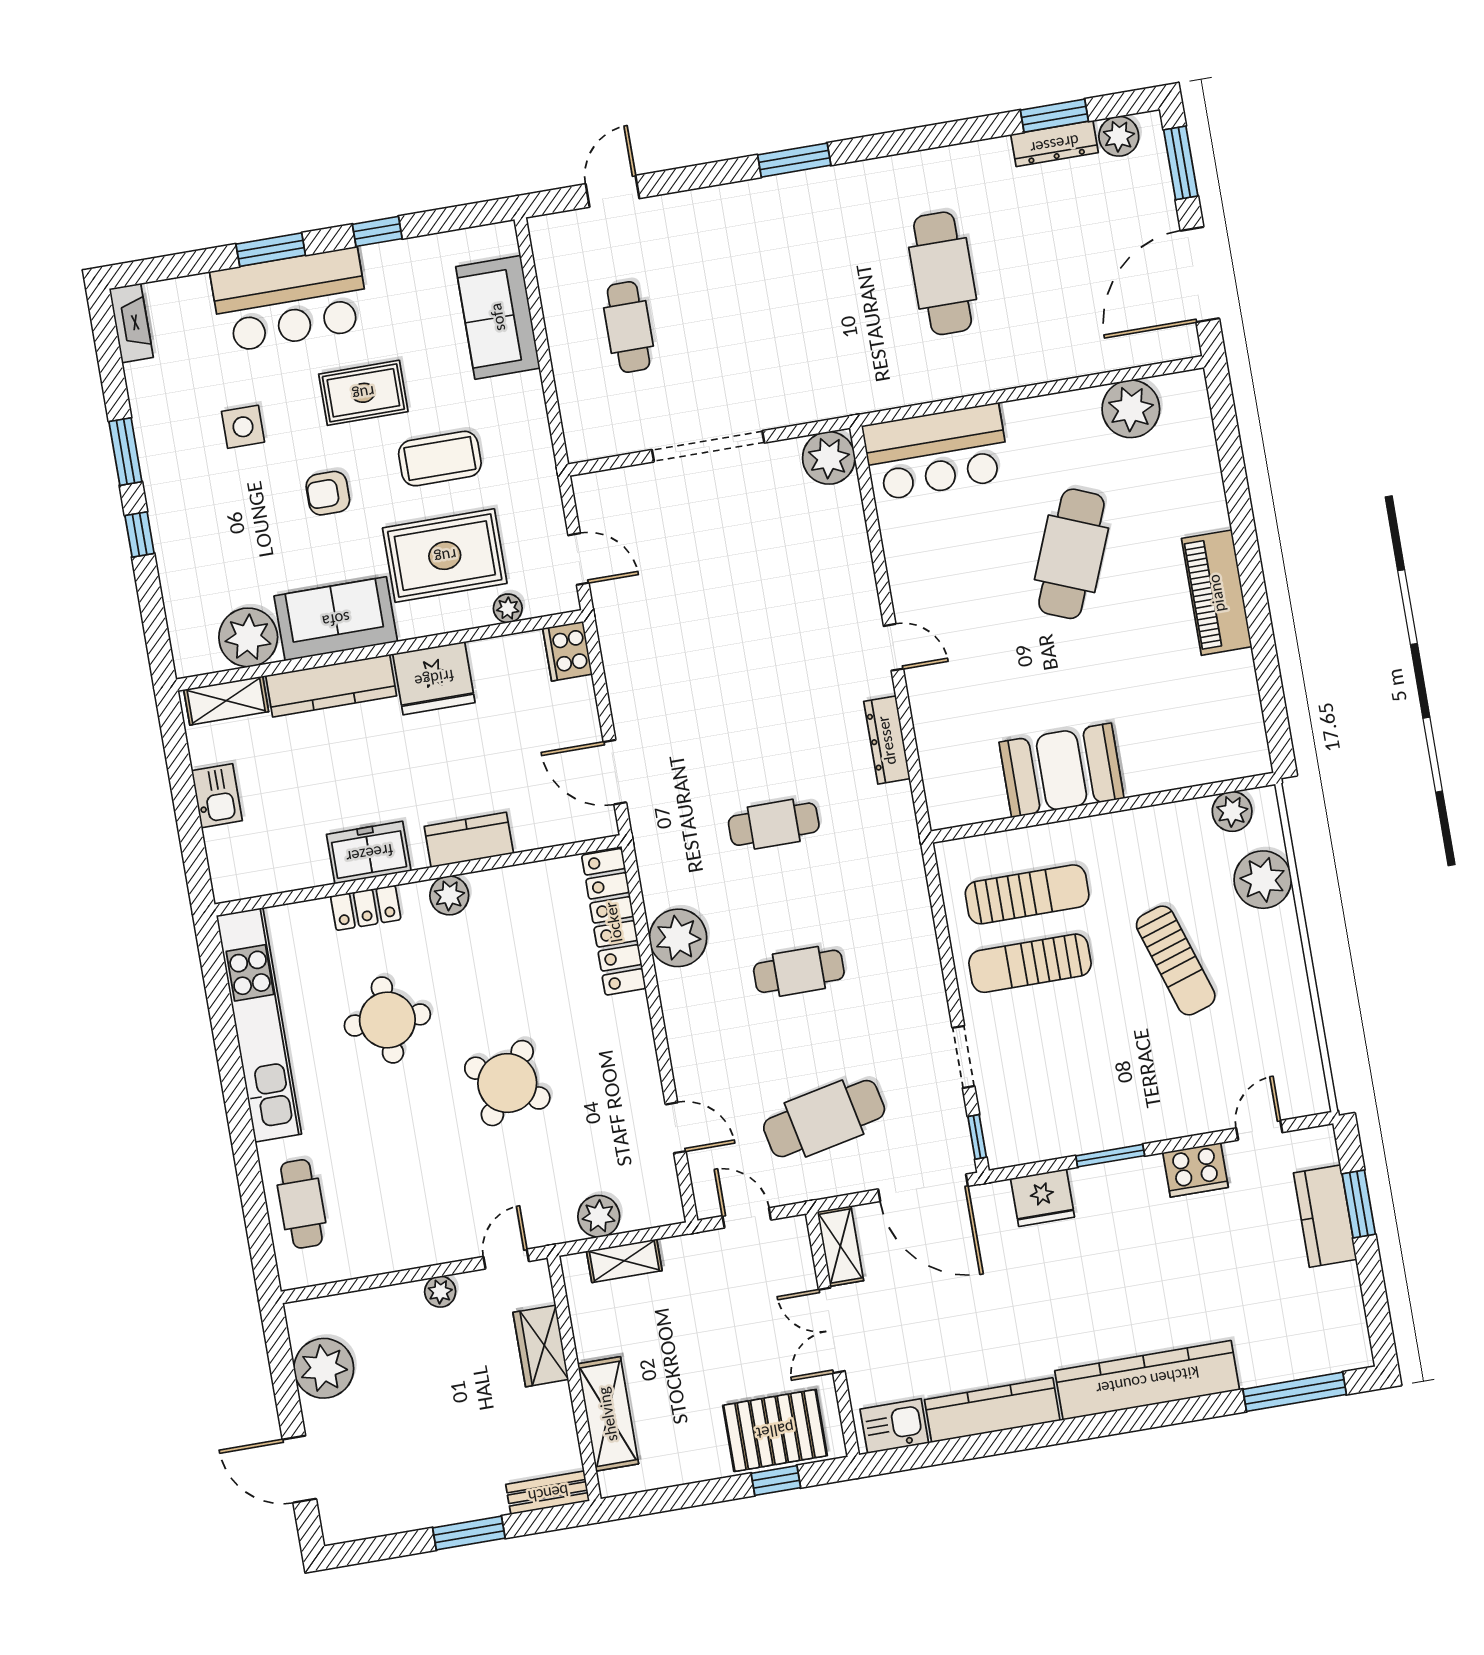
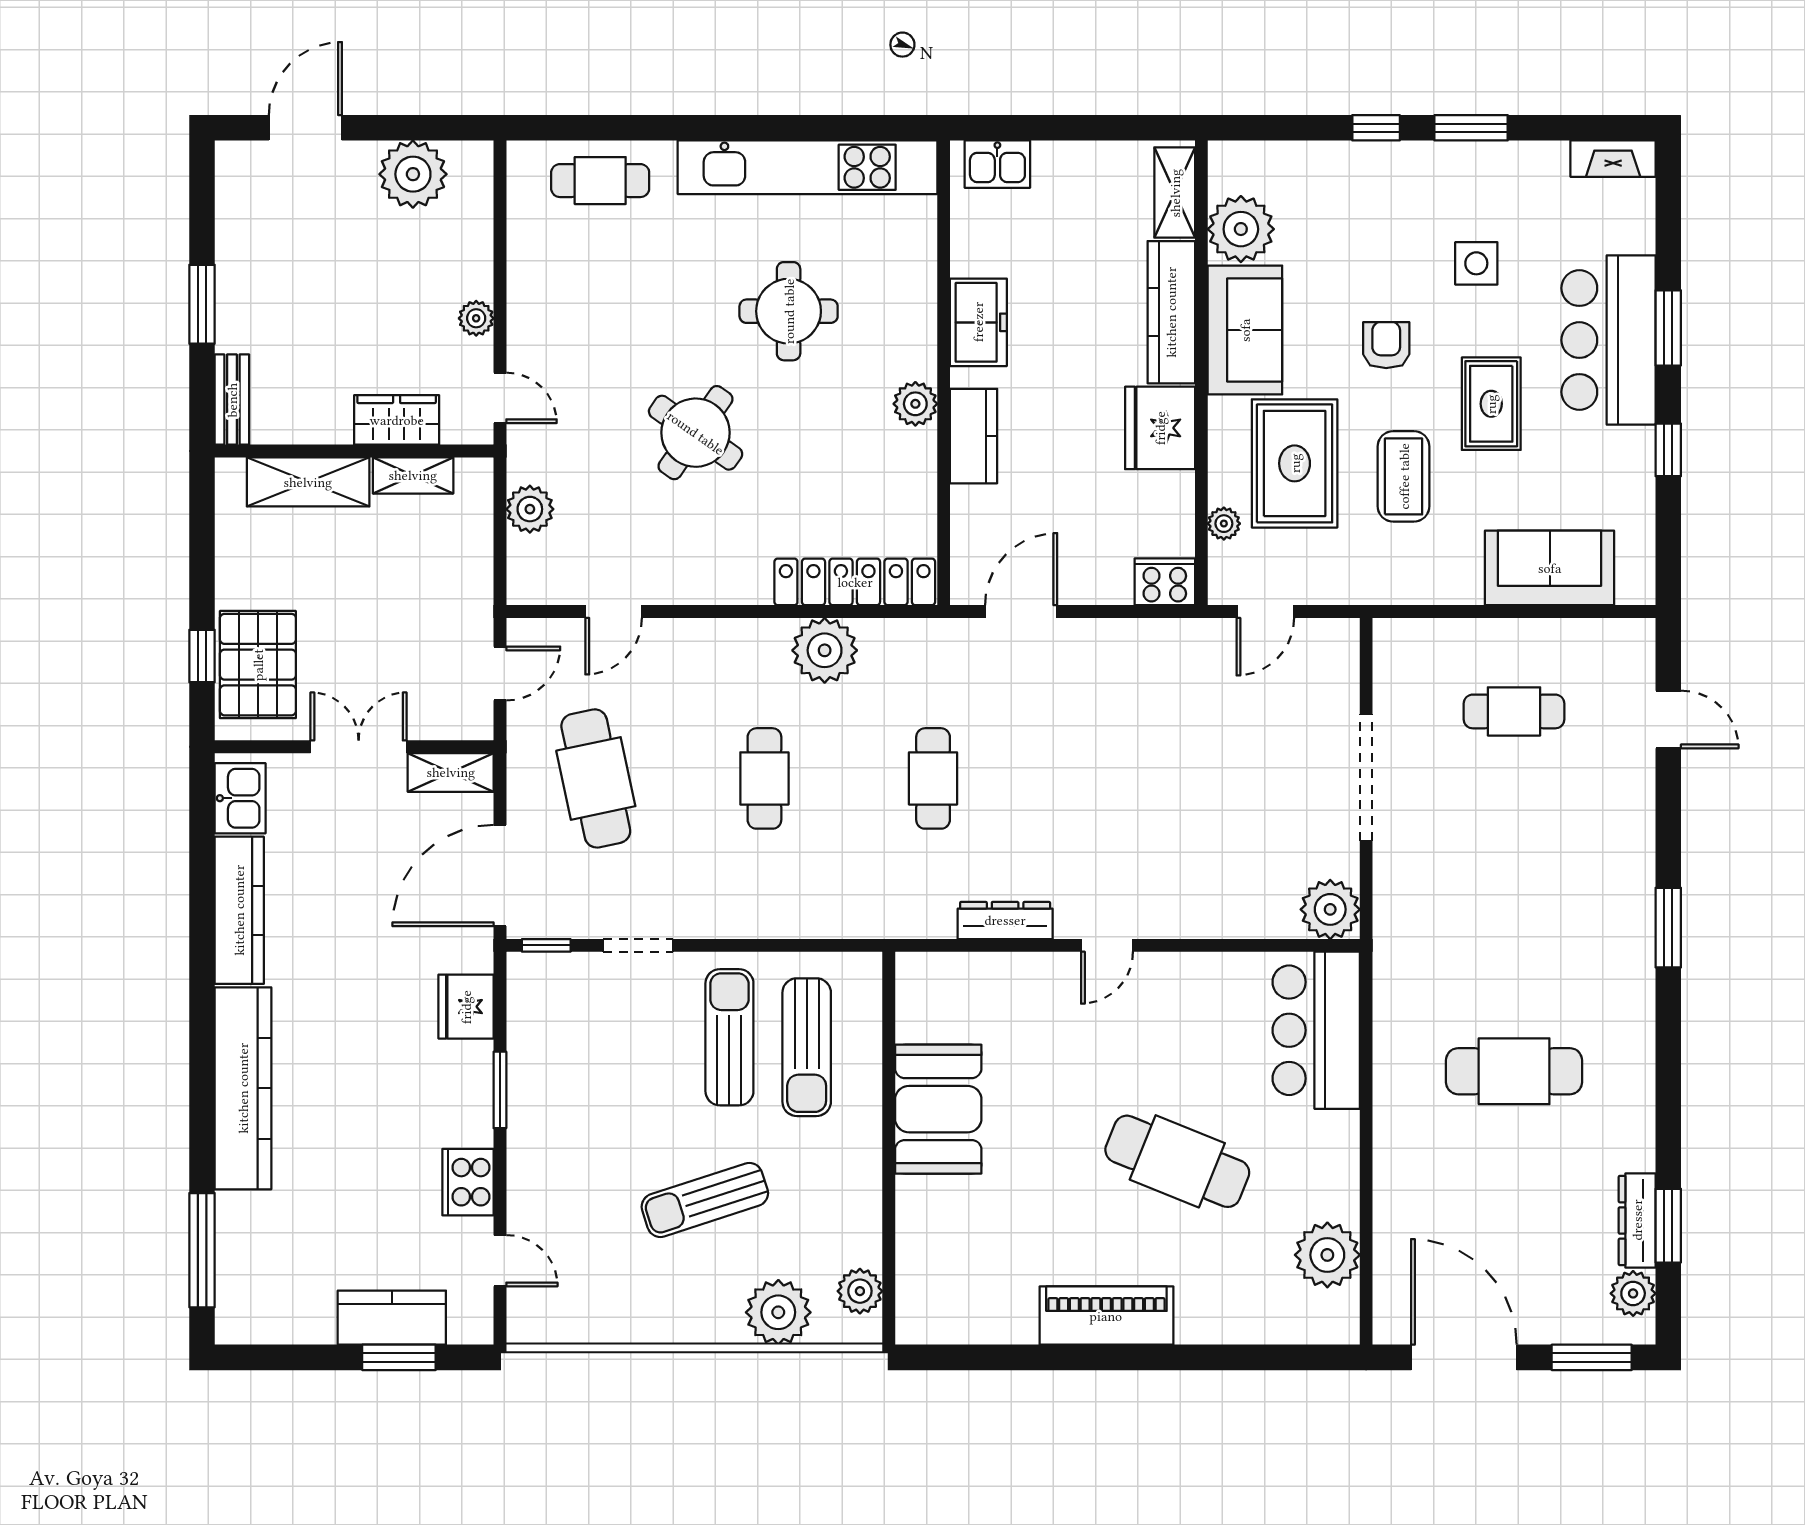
kitchen sink: (217, 796) -> (997, 164), moved
locker: (366, 908) -> (917, 308), removed
shelving: (624, 1261) -> (413, 475), moved, turned 90

